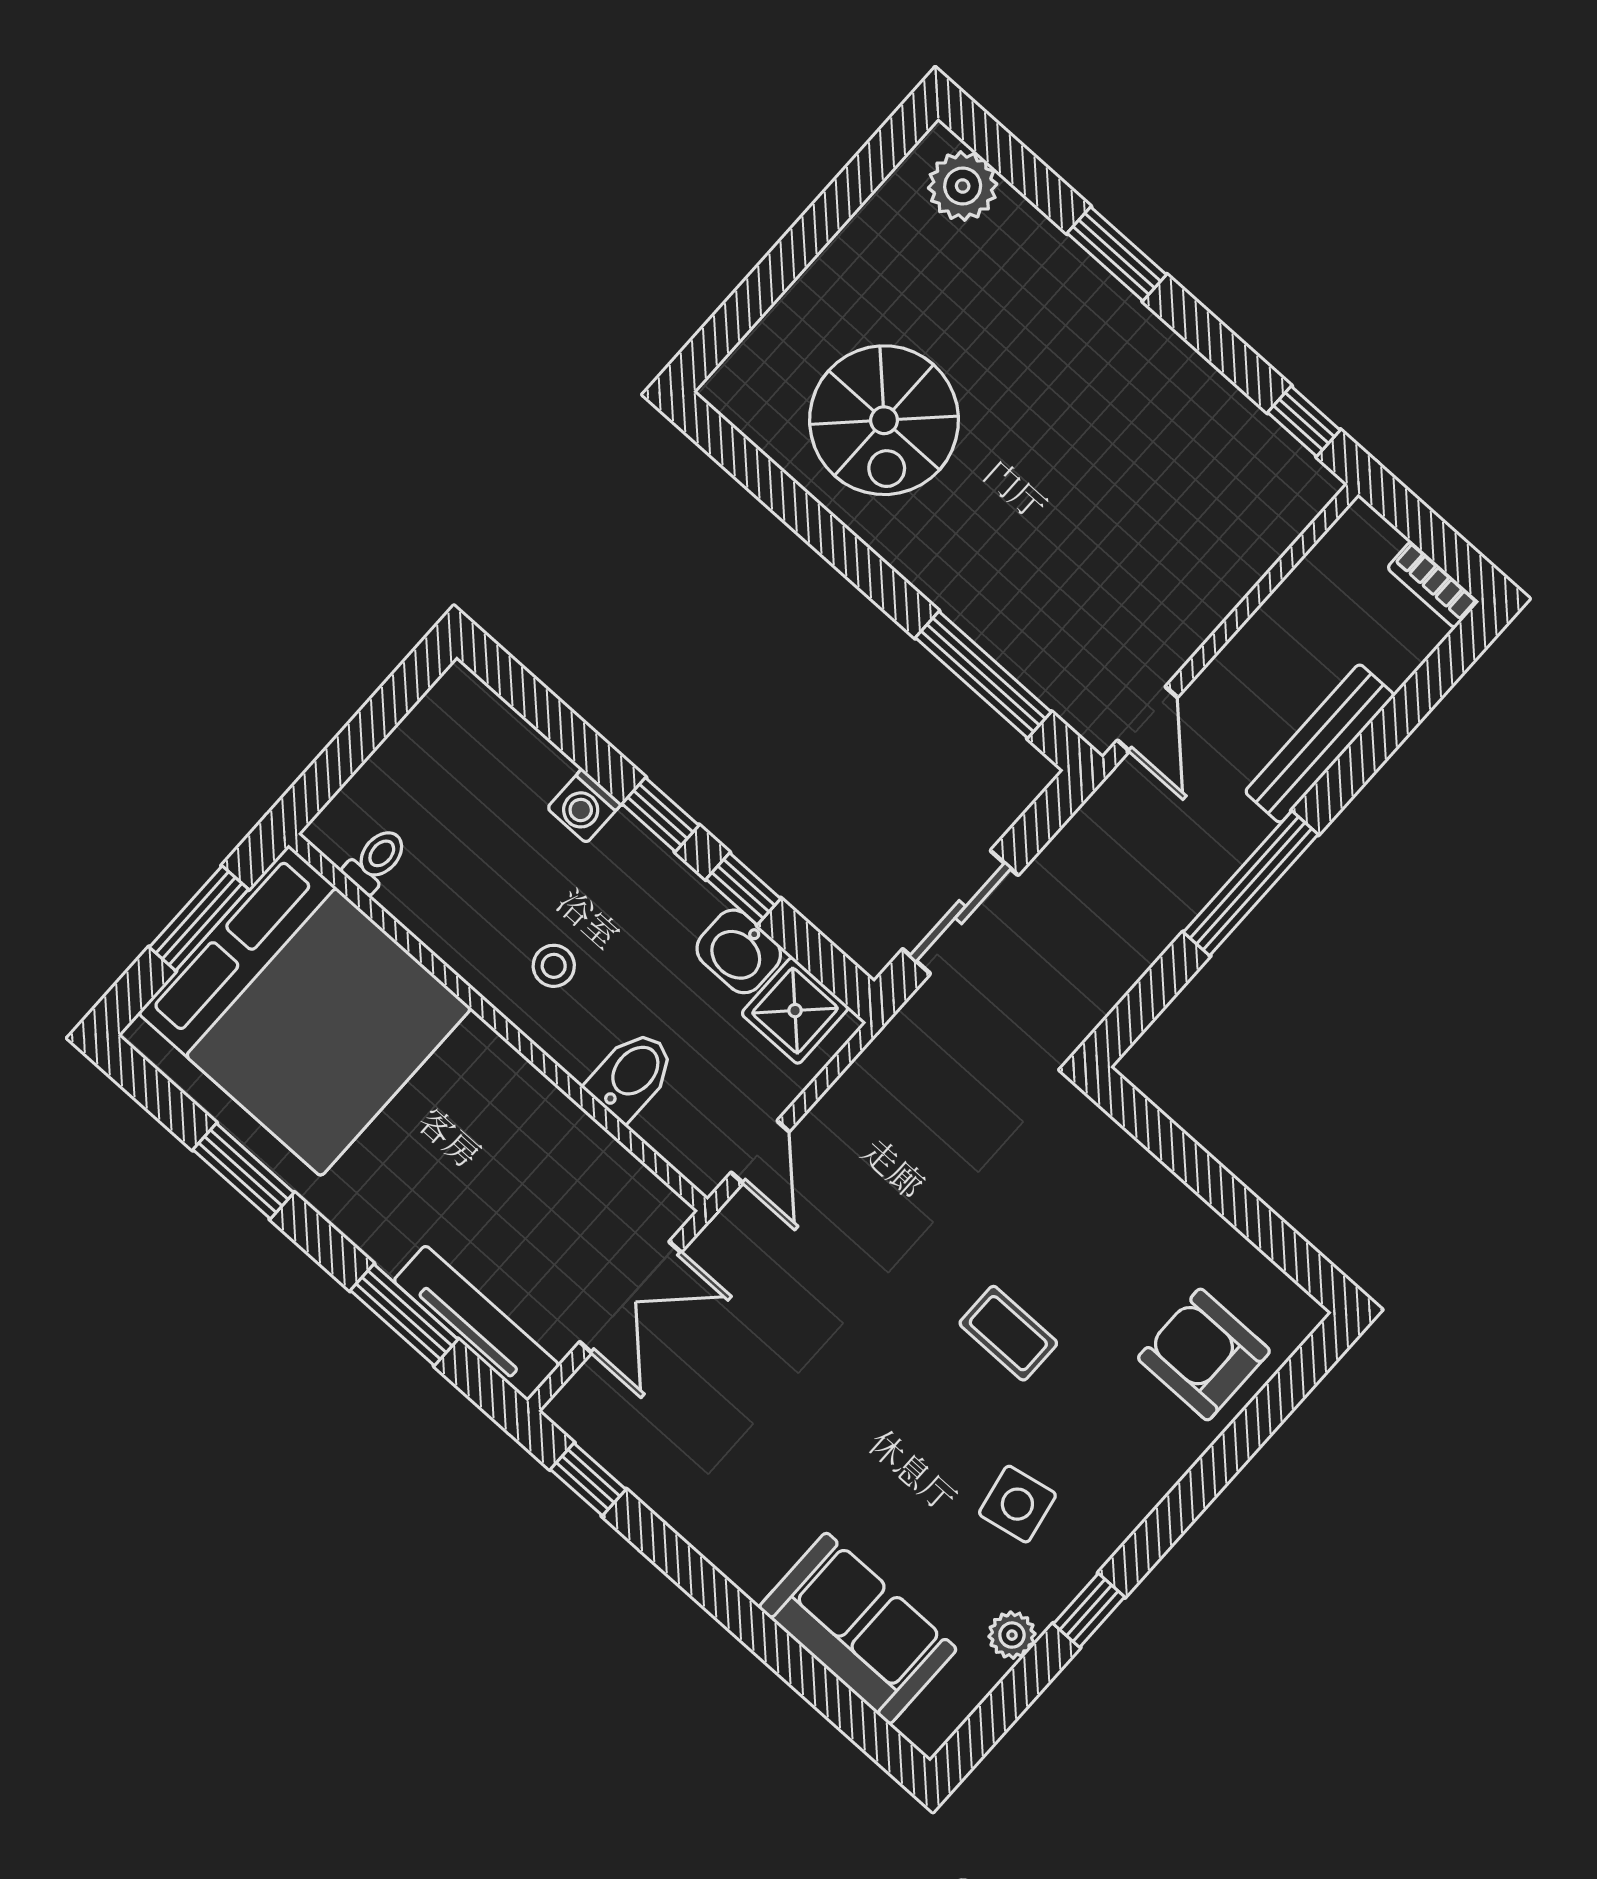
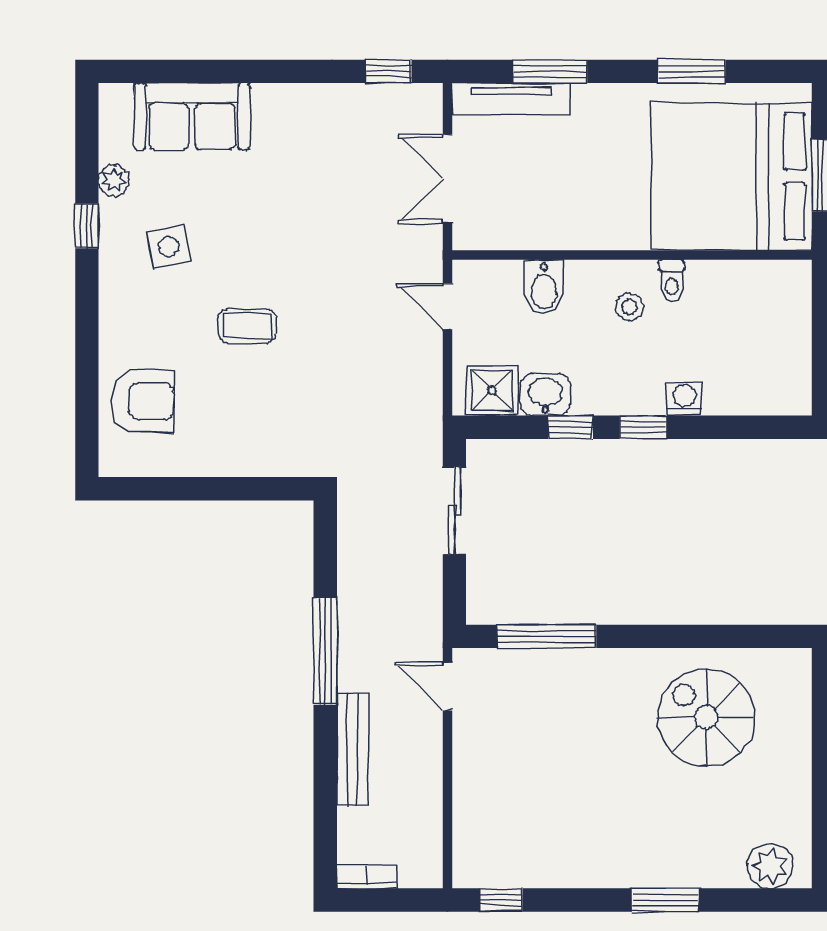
toilet: (376, 860) -> (672, 281), moved

